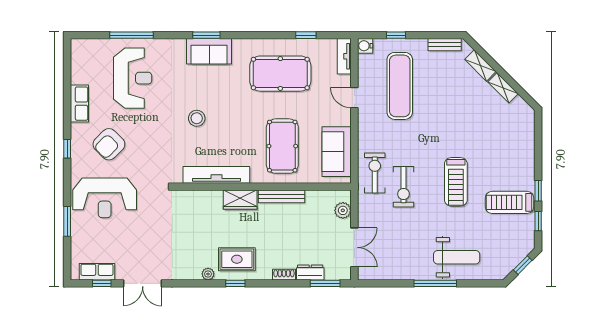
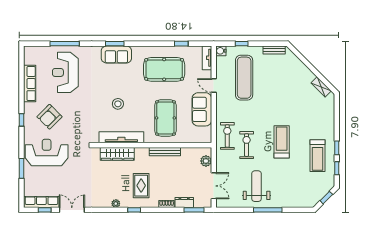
shelving: (480, 65) -> (298, 64), removed
reception desk: (133, 78) -> (65, 72), turned 180
shelving: (503, 88) -> (321, 87), moved
row of seats: (79, 104) -> (30, 84), width x1.48
stool: (197, 118) -> (118, 104), moved
sofa: (337, 152) -> (202, 109), moved
treadmill: (456, 182) -> (282, 142), turned 180
exercise bike: (404, 187) -> (247, 145), turned 180
reception desk: (105, 198) -> (47, 153), turned 180
wardrobe: (240, 200) -> (117, 154), moved, width x1.50
treadmill: (509, 202) -> (317, 156), turned -90
weight bench: (457, 257) -> (257, 186), moved, turned -90
rug: (237, 259) -> (141, 186), moved, turned 90
row of seats: (97, 272) -> (41, 202), width x1.48
double door: (143, 283) -> (72, 210), swing flipped

